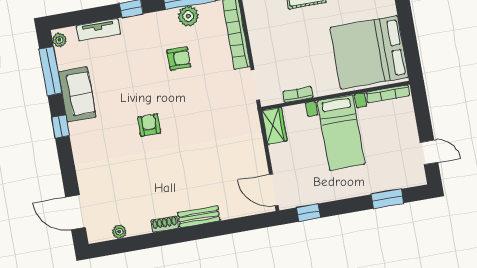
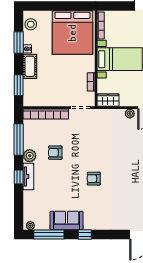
plant: (188, 16) -> (30, 156), moved
tv unit: (98, 30) -> (28, 176), moved
armchair: (179, 59) -> (55, 153), turned -90
plant: (260, 163) -> (130, 114), added

